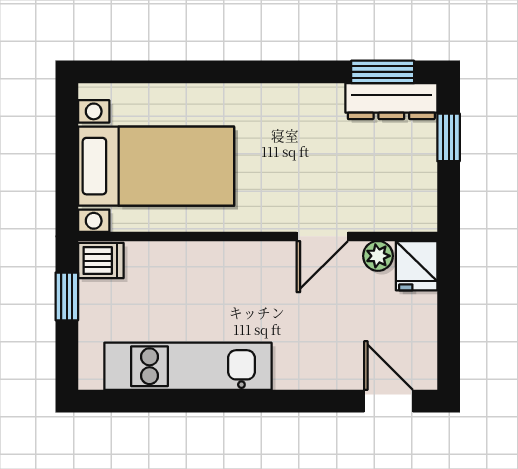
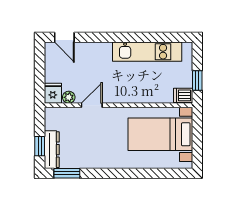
dresser: (391, 101) -> (52, 150), moved, turned 90

